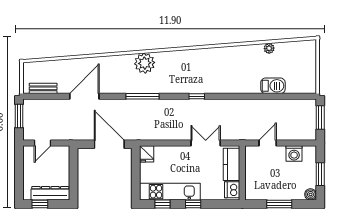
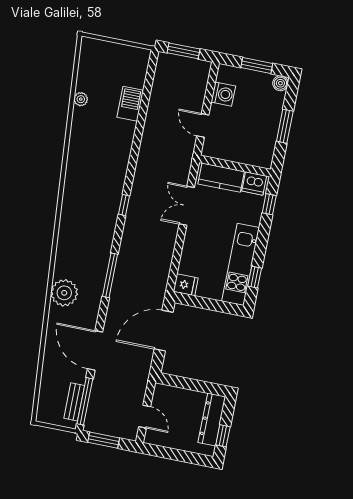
plant: (145, 63) -> (64, 293), moved
window: (45, 96) -> (85, 401), added
window: (193, 204) -> (269, 204), moved

